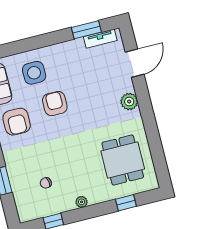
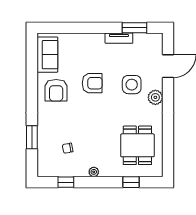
tv unit: (100, 39) -> (119, 38), moved
side table: (34, 73) -> (132, 85), moved
armchair: (55, 104) -> (92, 83), turned 90

